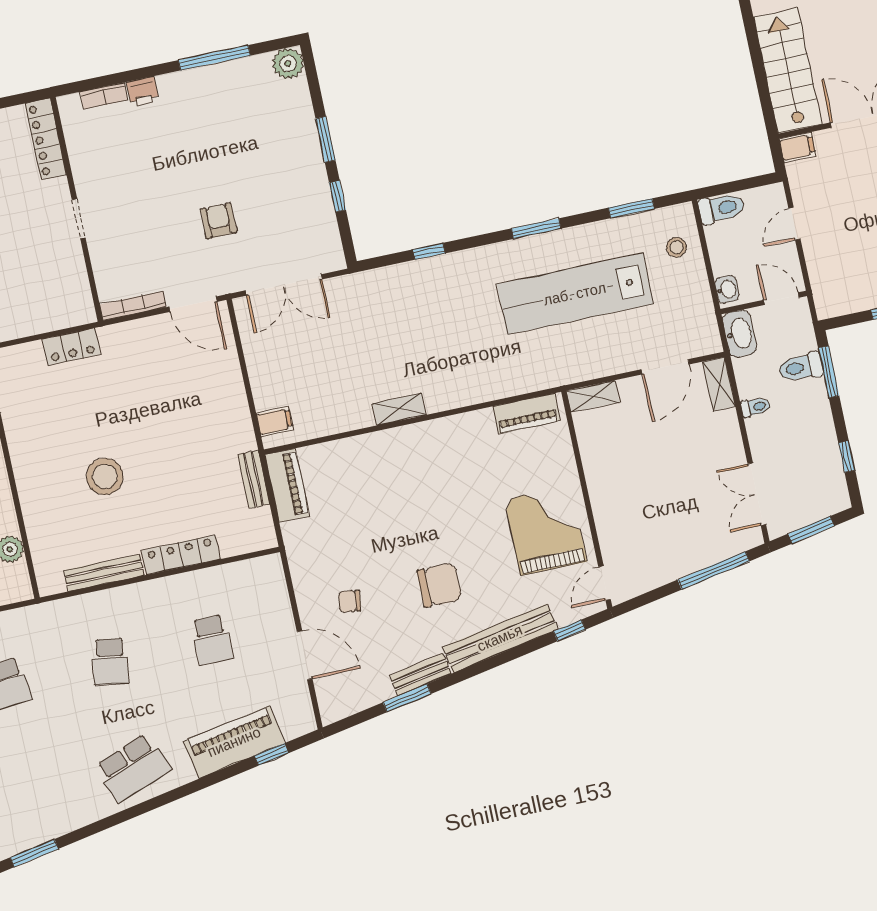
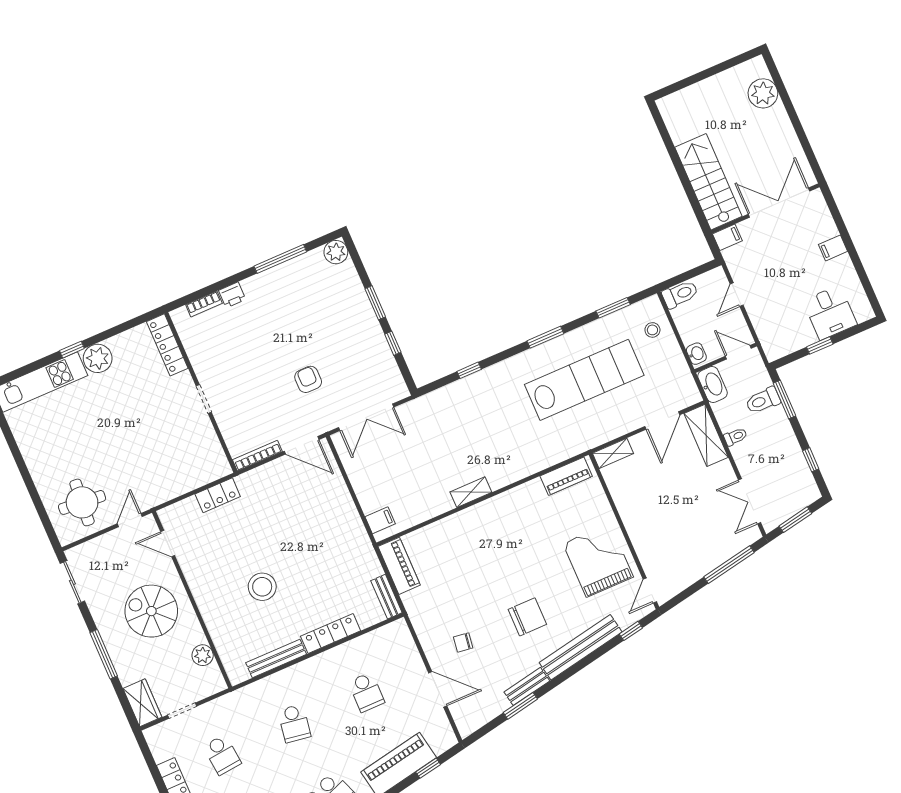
lab bench: (575, 294) -> (584, 380), turned 180
shelving: (719, 384) -> (706, 435), width x1.50, depth x1.33
bench: (254, 479) -> (386, 597), moved

